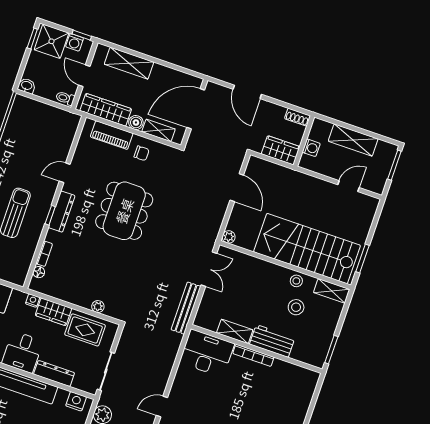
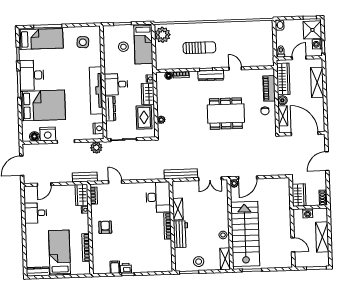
door: (237, 188) -> (248, 178), moved
stool: (296, 307) -> (199, 262), moved

